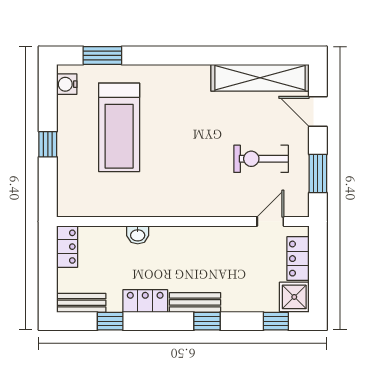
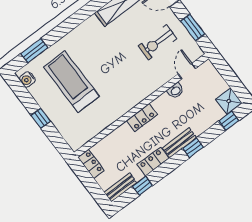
treadmill: (119, 127) -> (71, 81), turned 180
washbasin: (138, 235) -> (176, 91), moved
locker: (298, 259) -> (142, 118), moved, turned -90

